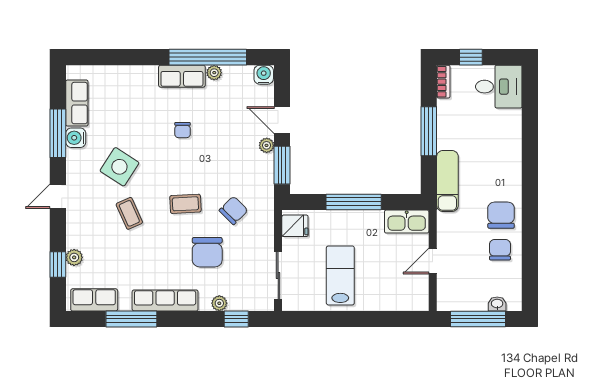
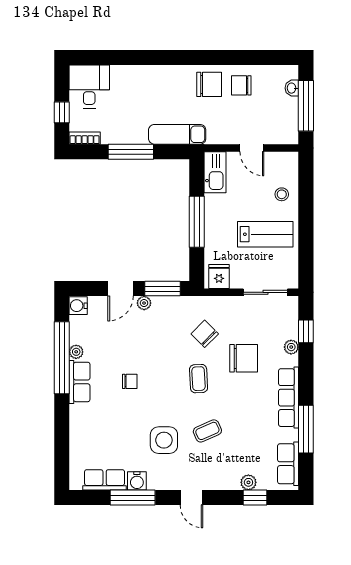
side table: (119, 167) -> (164, 440), turned -33
chair: (501, 215) -> (209, 84), turned 180
lab bench: (340, 275) -> (265, 234), turned 180
stool: (383, 293) -> (282, 194), added

